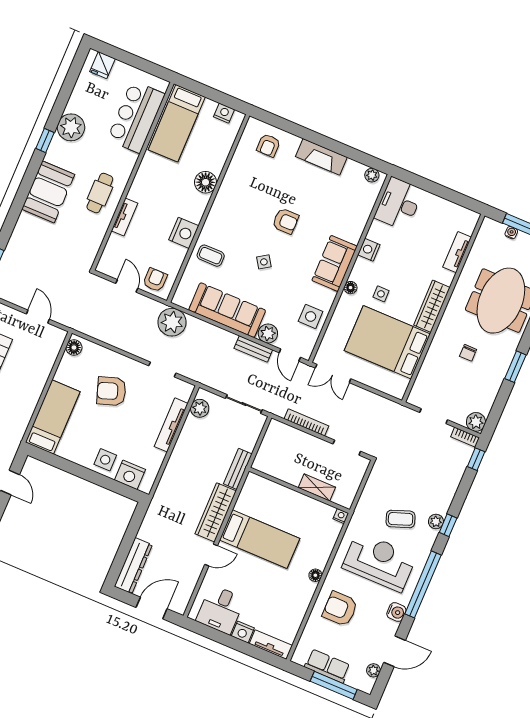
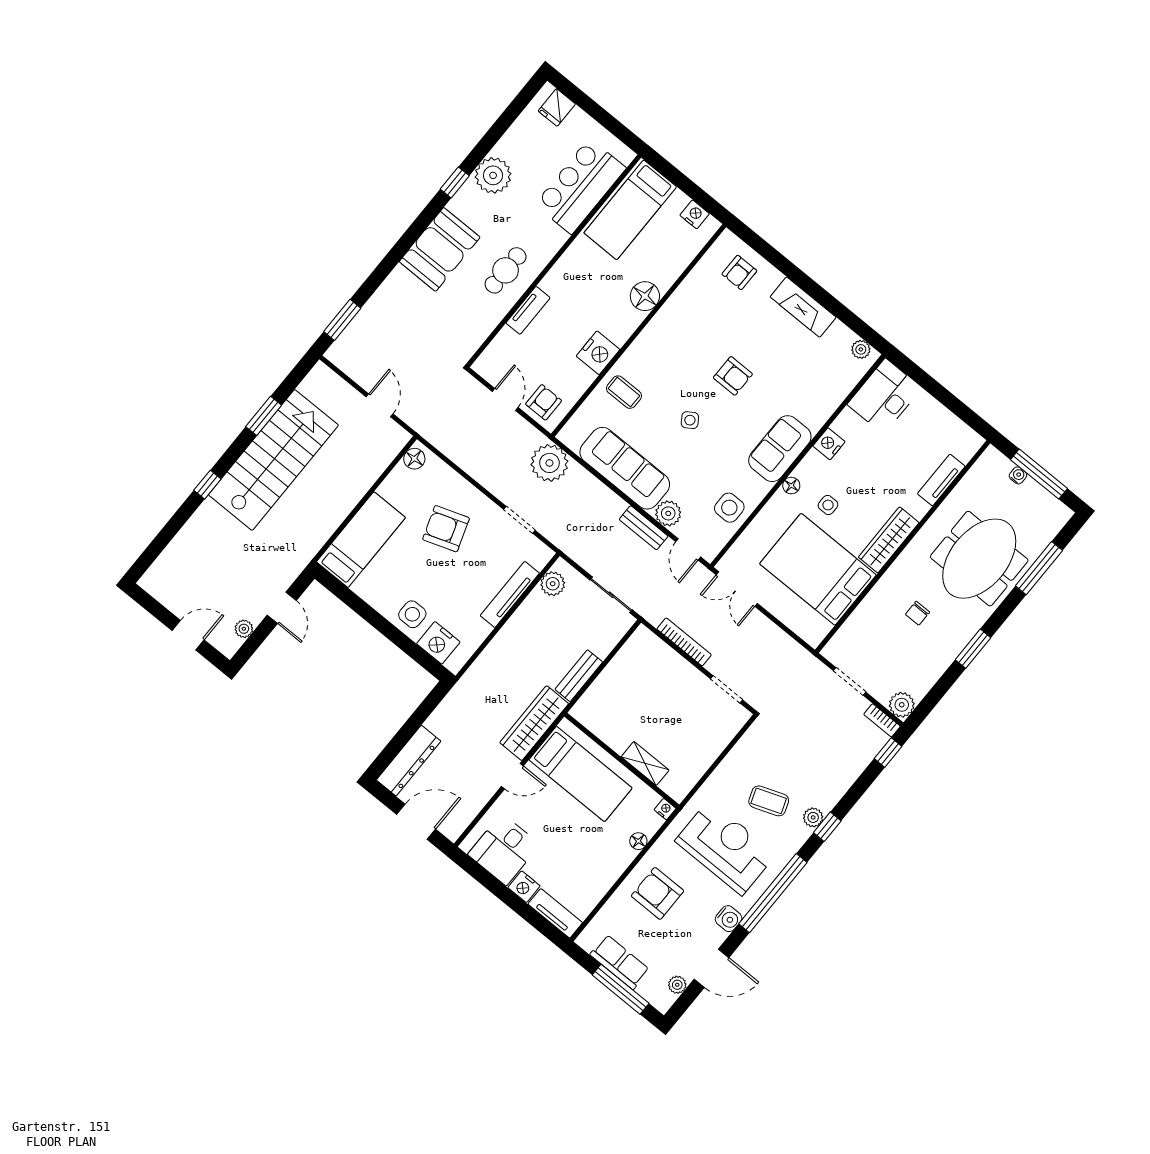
shelving: (317, 487) -> (645, 763), moved
wall: (299, 490) -> (622, 761), moved
nightstand: (341, 516) -> (665, 809), moved

